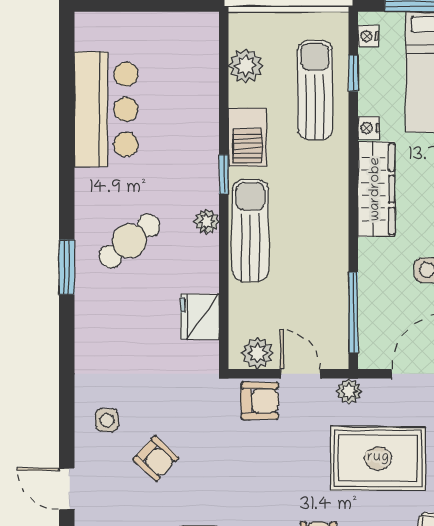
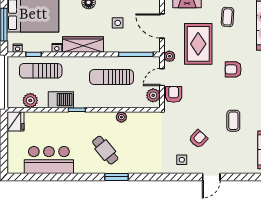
plant: (207, 221) -> (121, 117), moved
sun lounger: (250, 230) -> (111, 77), moved
fridge: (200, 317) -> (16, 121), moved, turned -90

